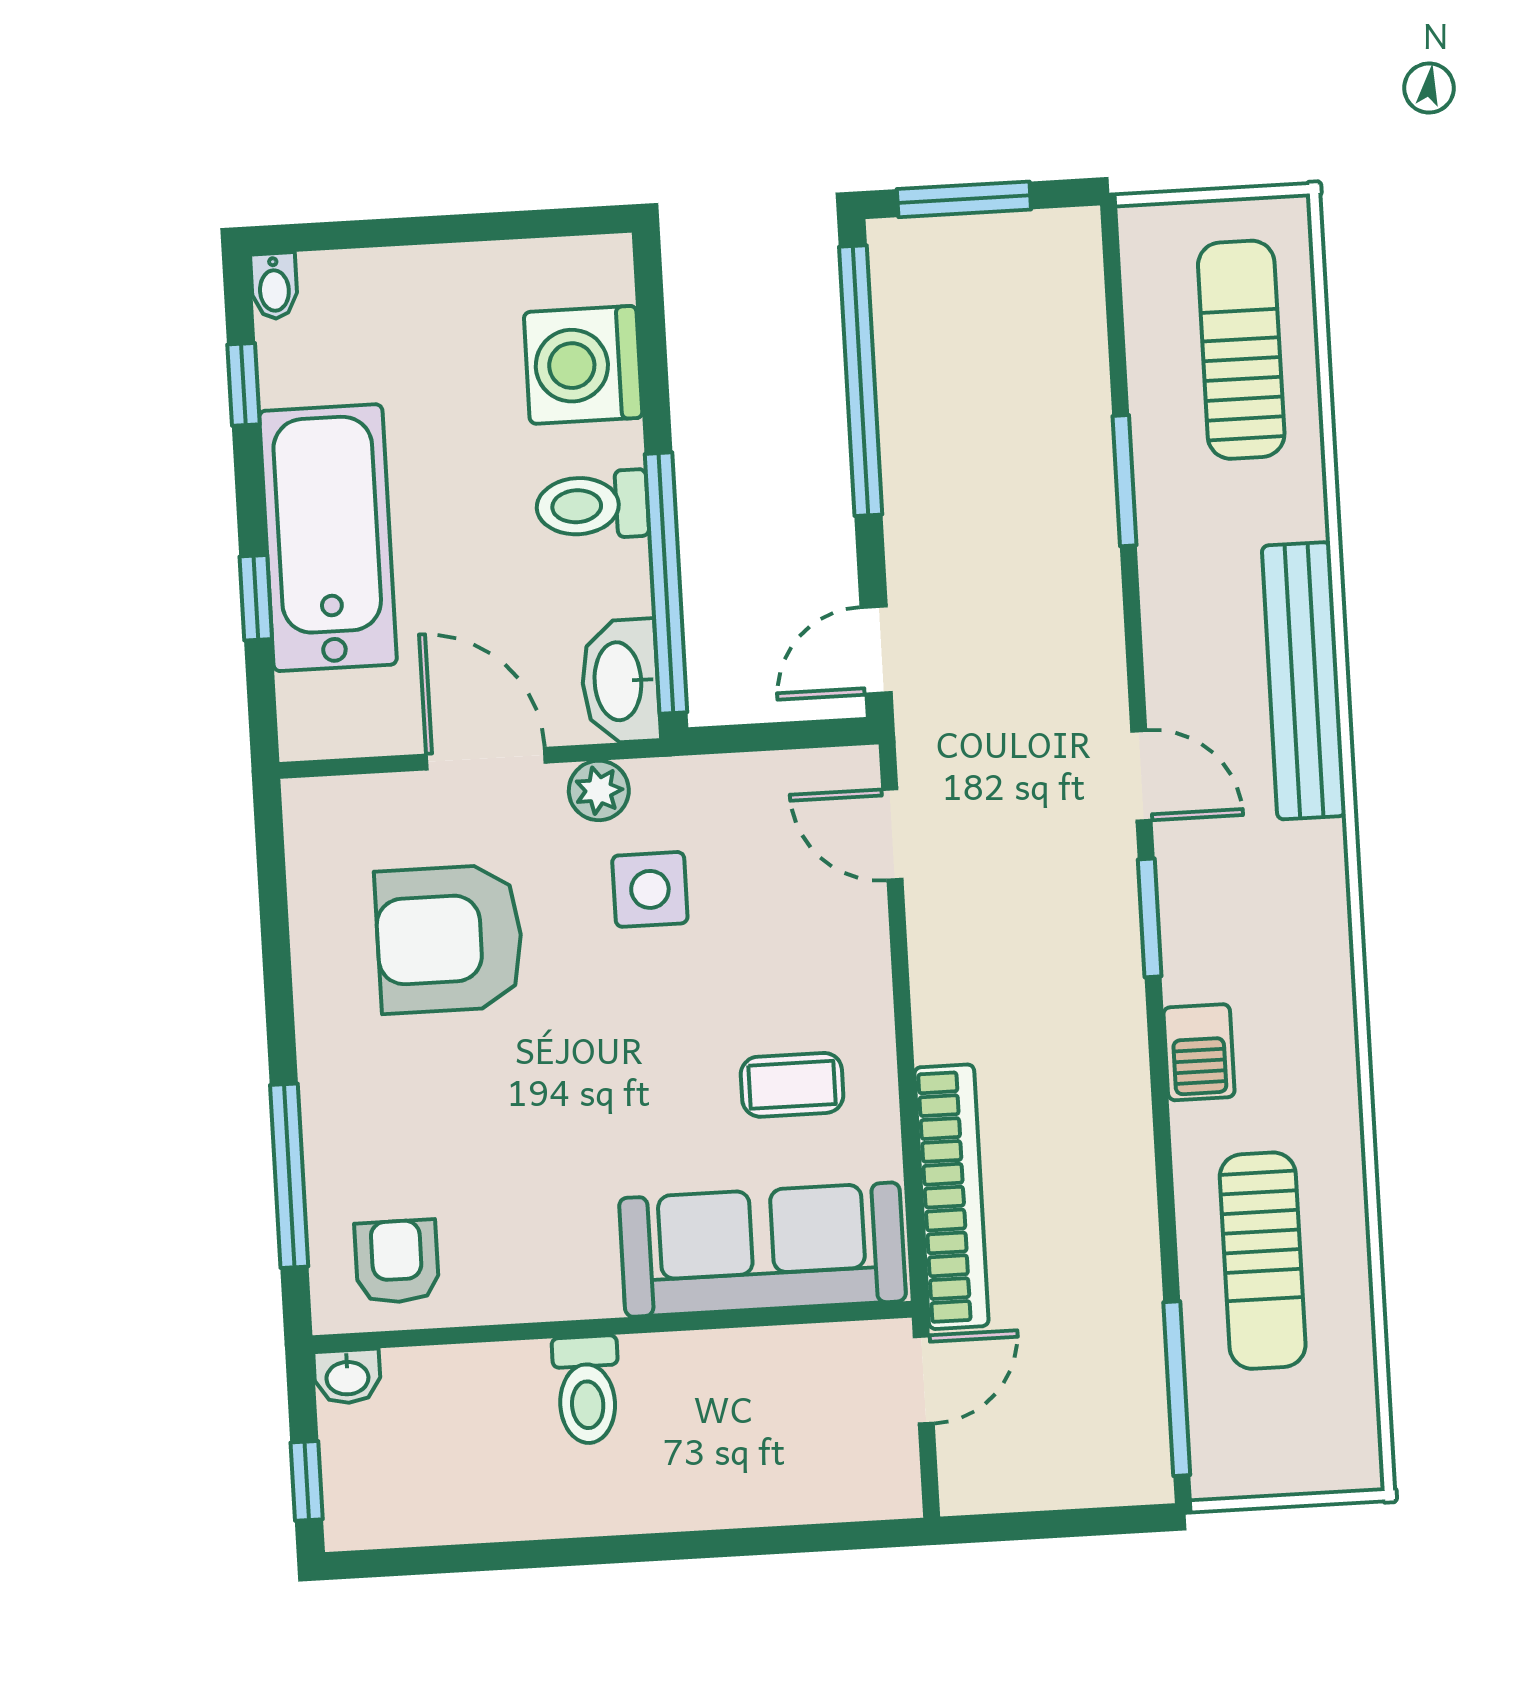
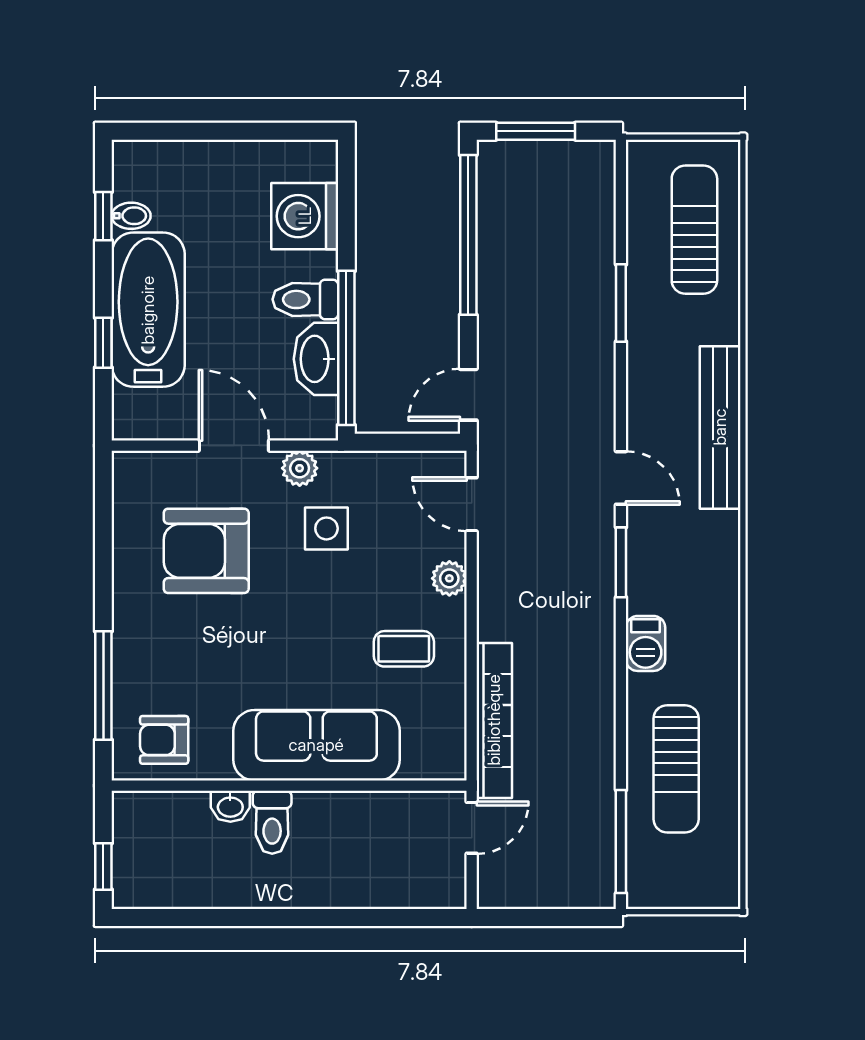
bidet: (274, 286) -> (131, 216), moved, turned -90
washbasin: (620, 681) -> (316, 359), moved
plant: (862, 962) -> (449, 578), added
sofa: (762, 1250) -> (316, 745), moved
armchair: (397, 1262) -> (164, 740), turned -90
washbasin: (347, 1377) -> (230, 806), moved

